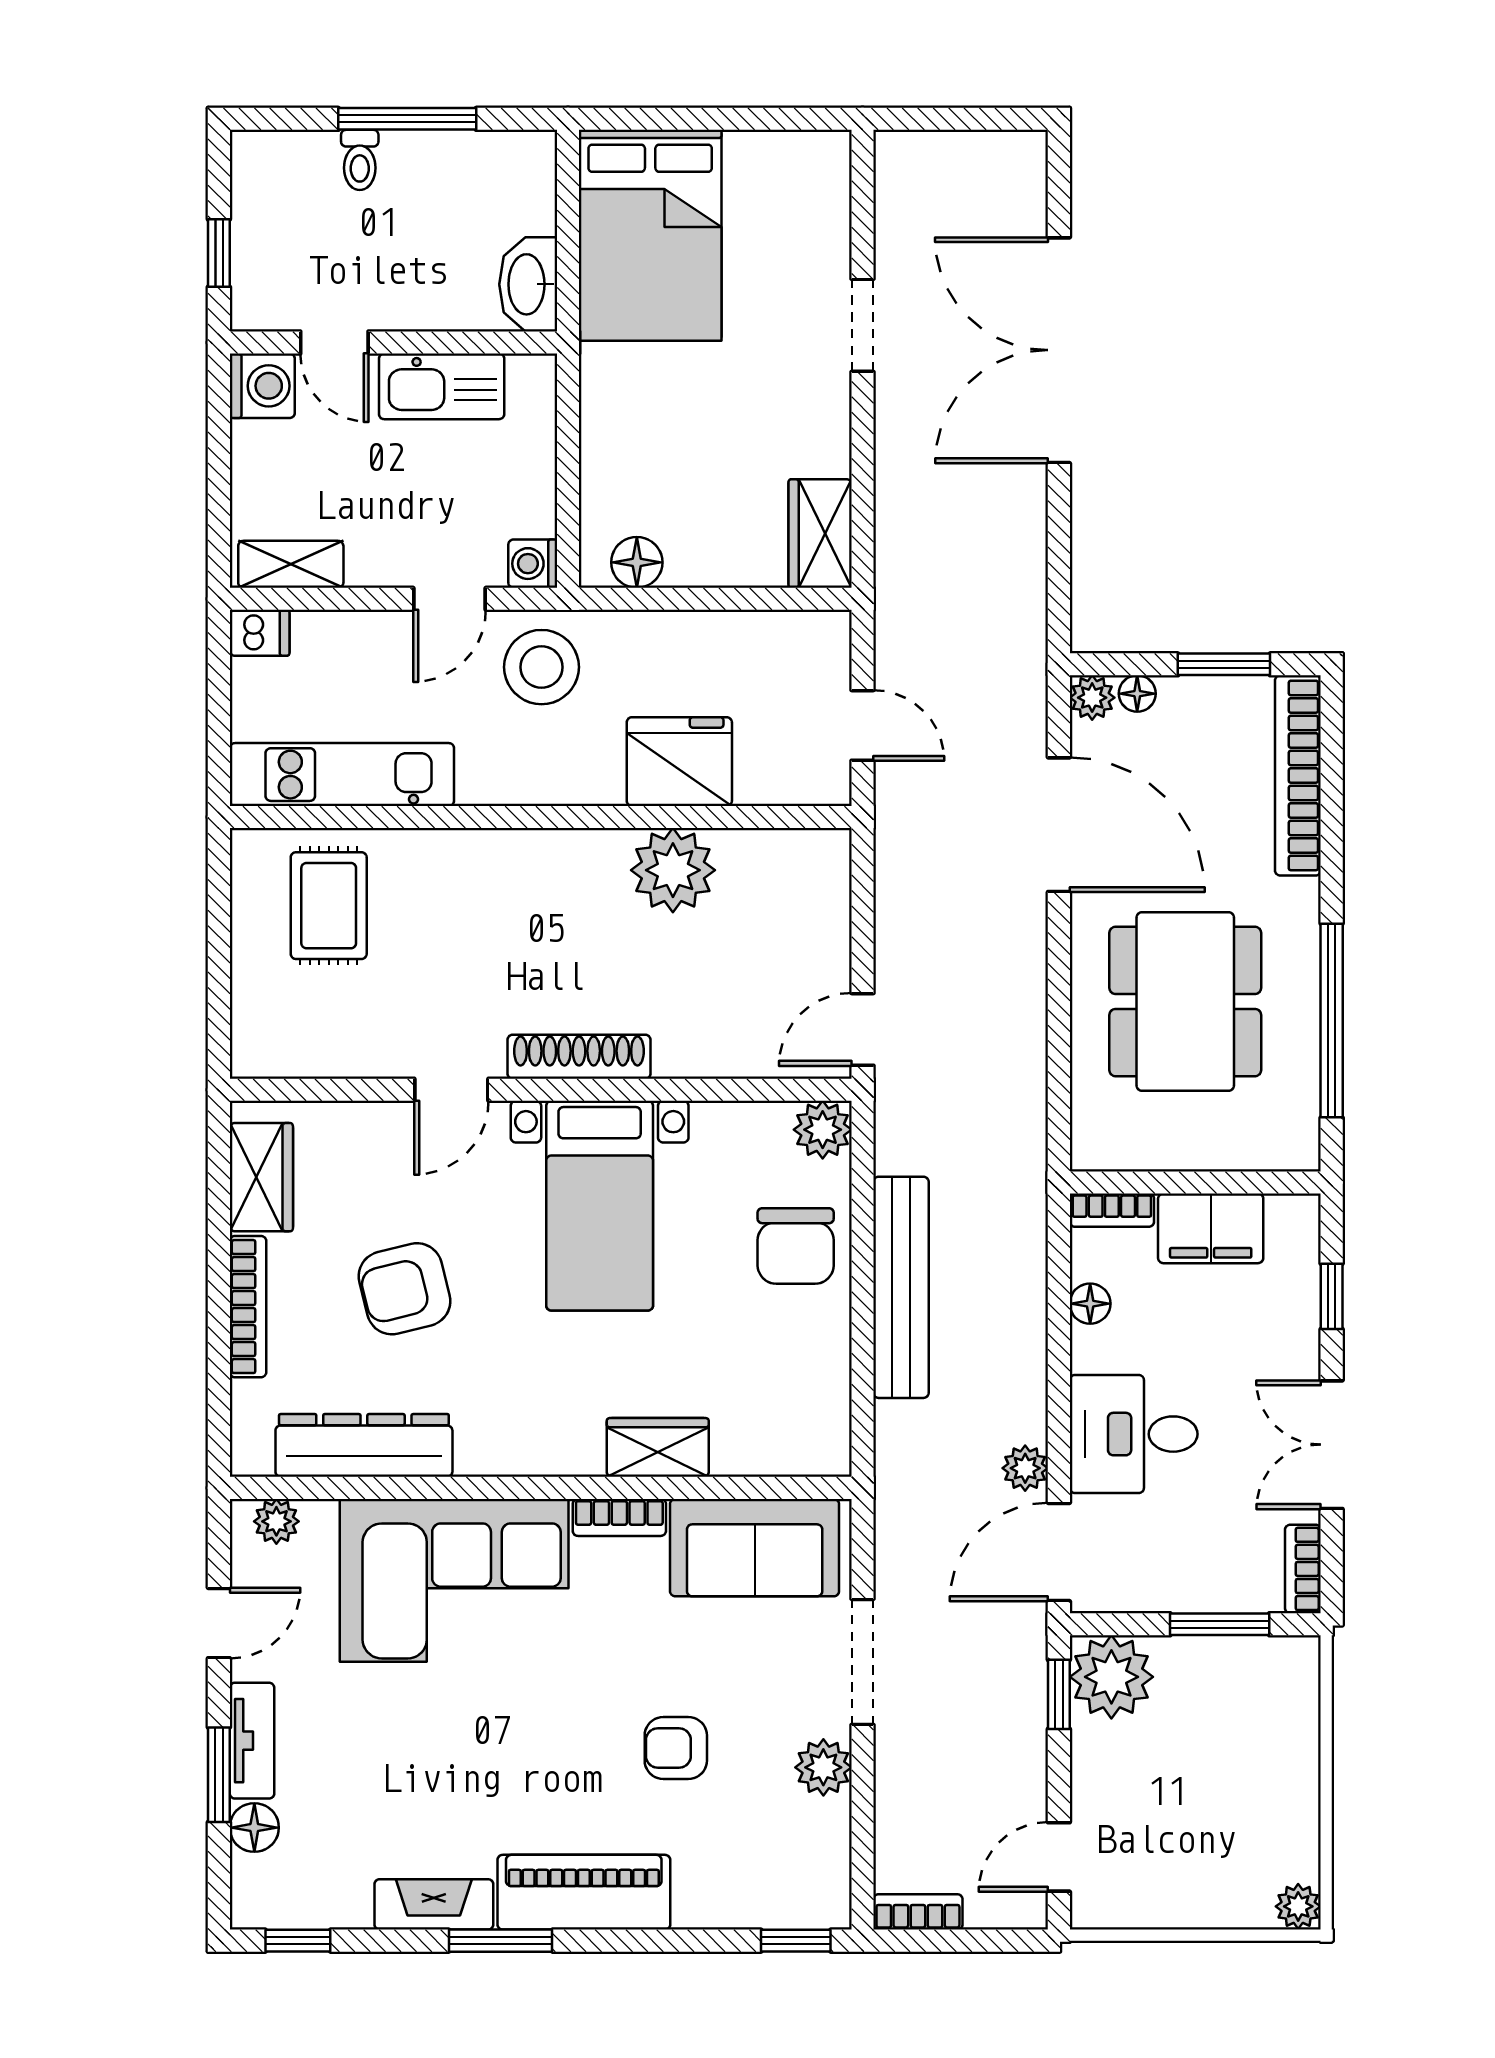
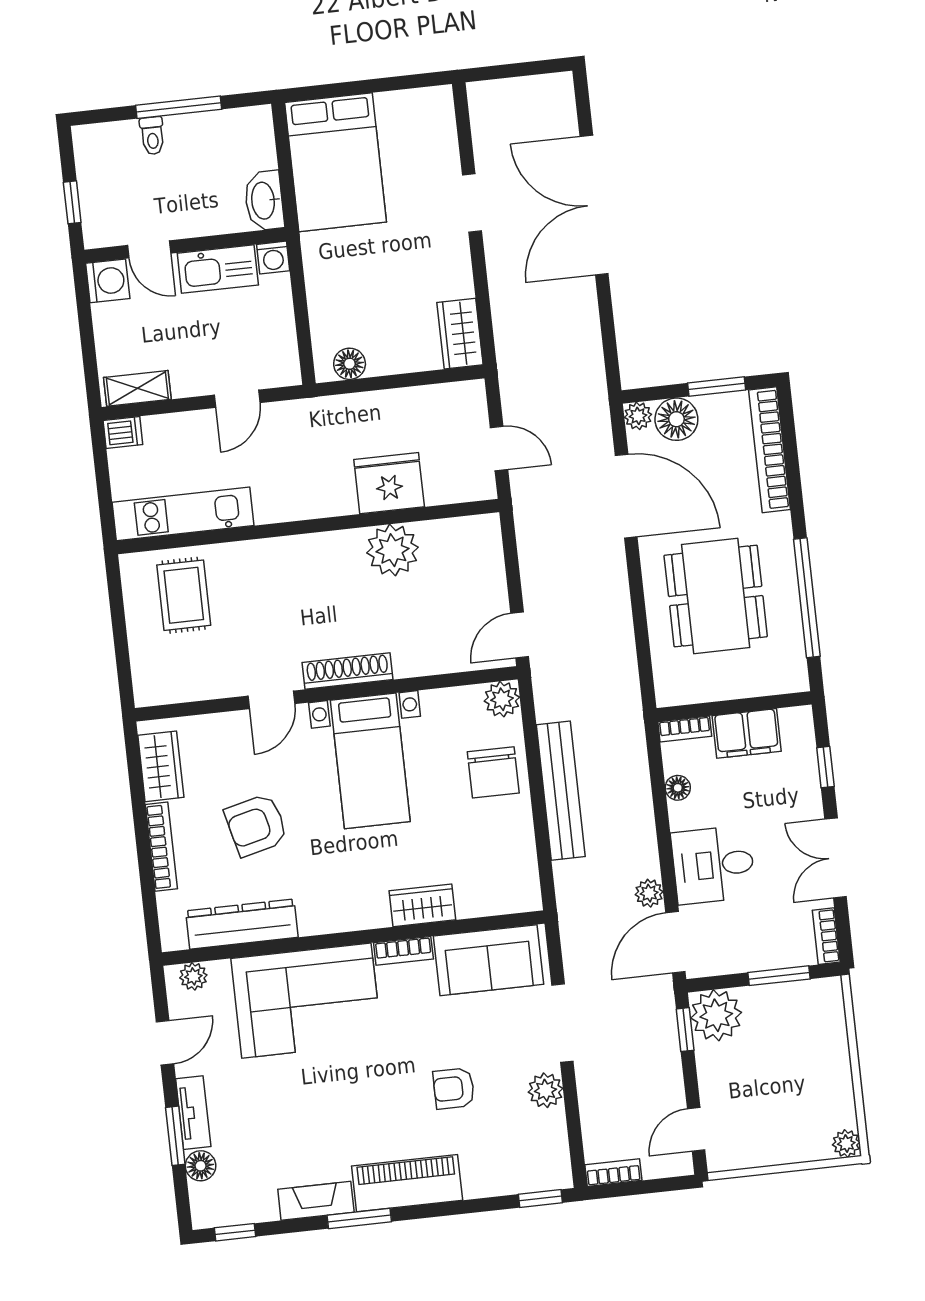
washing machine: (533, 564) -> (273, 258), moved, turned -90
stool: (541, 667) -> (298, 434), removed
floor lamp: (1137, 694) -> (676, 419), width x1.89, depth x1.89

